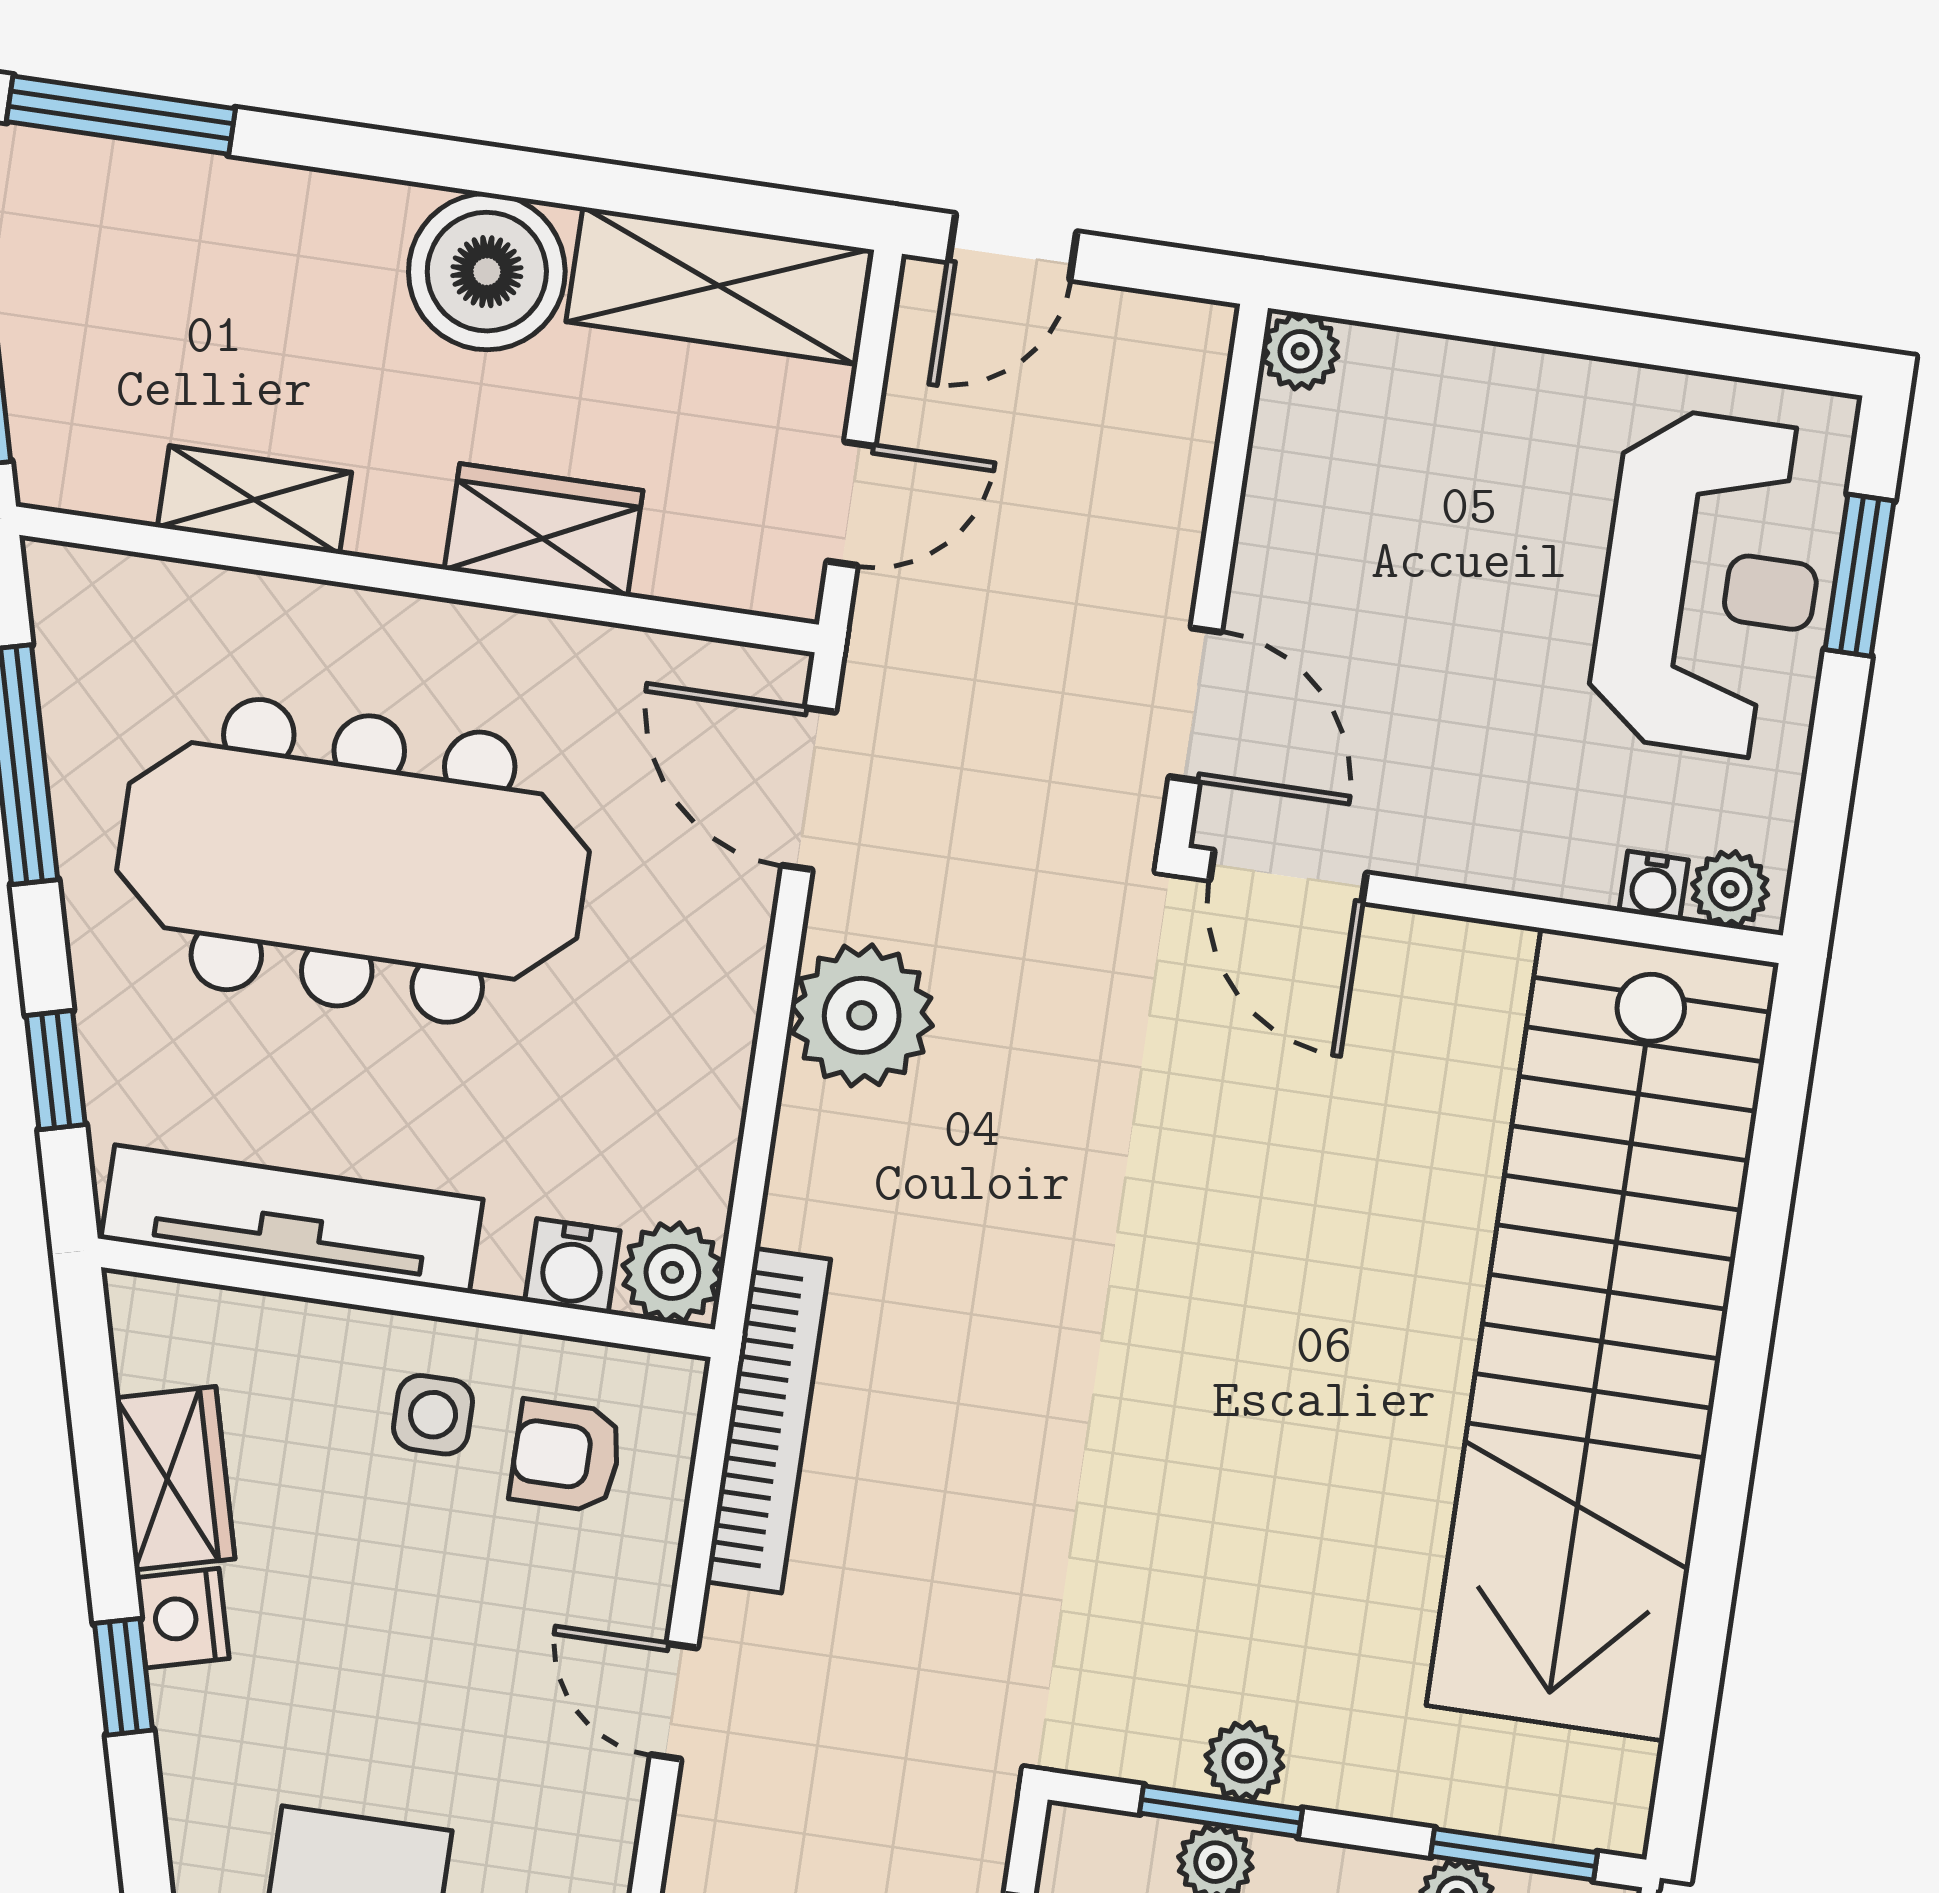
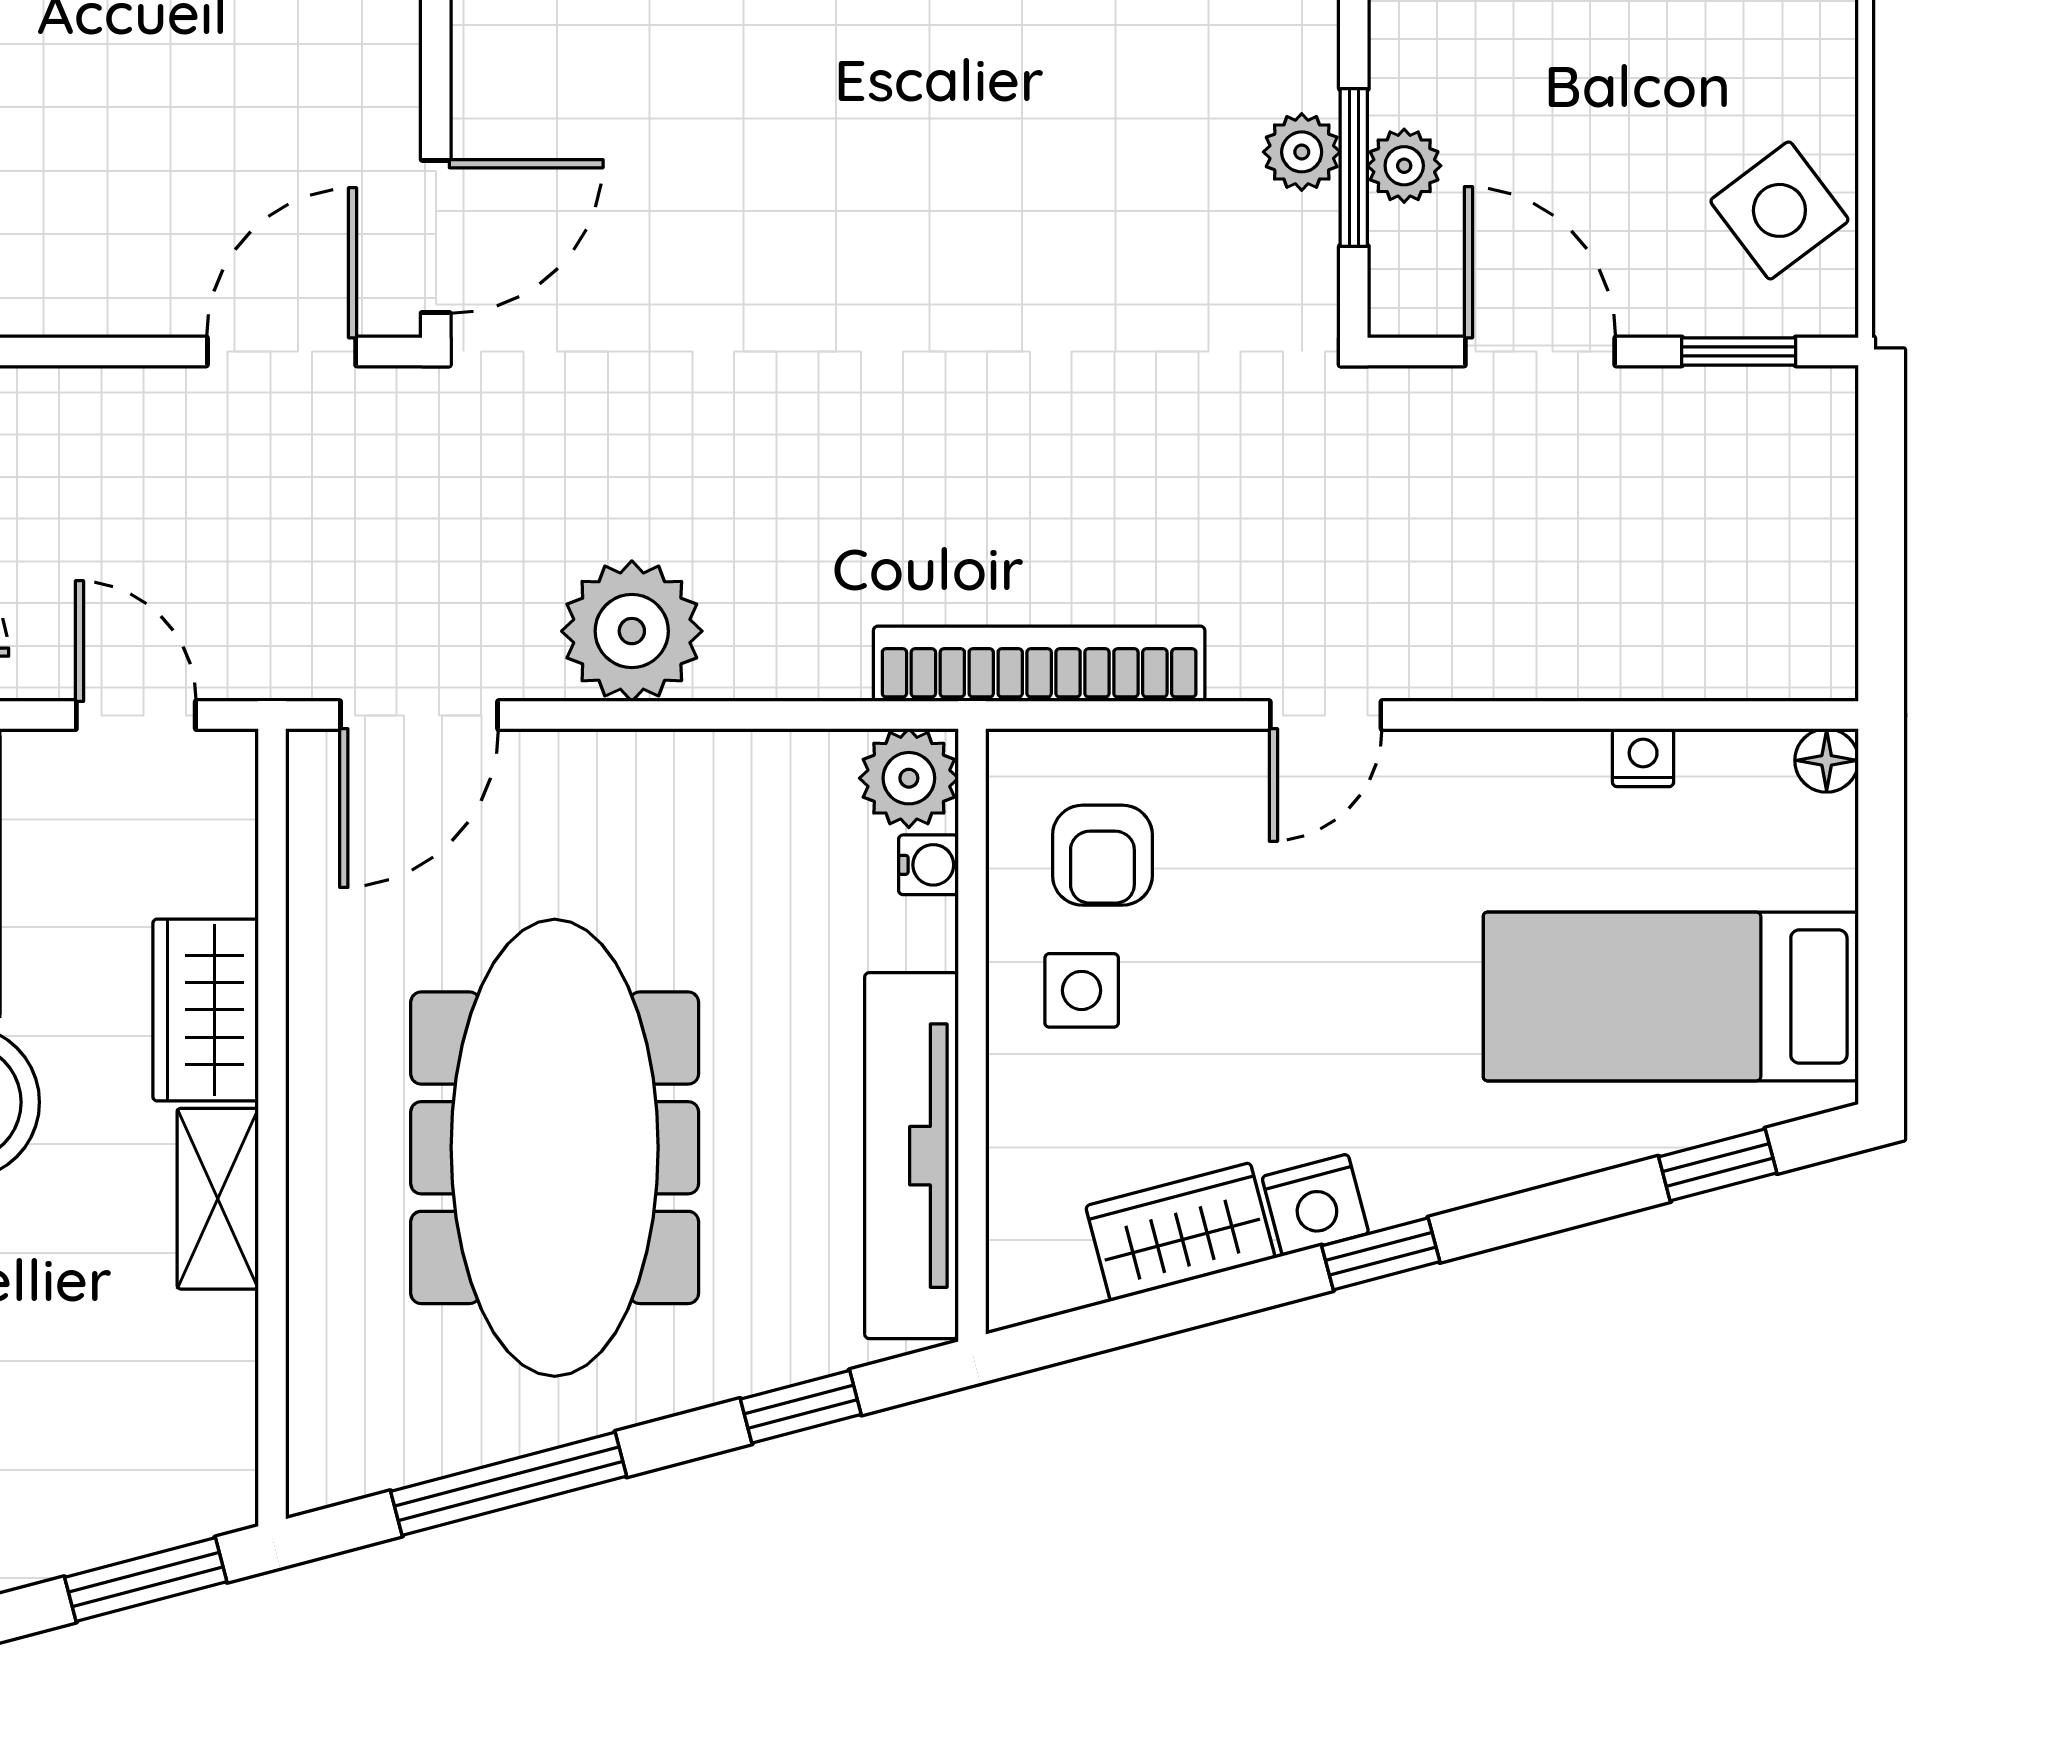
shelving: (254, 500) -> (218, 1199), moved
water cooler: (572, 1266) -> (928, 865), width x0.72, depth x0.72

